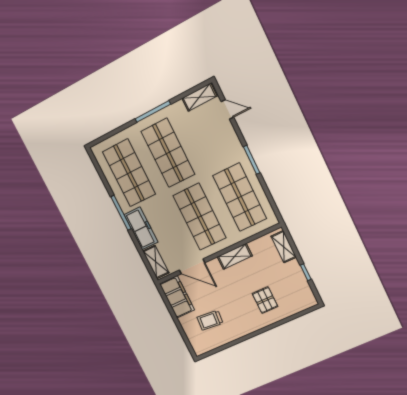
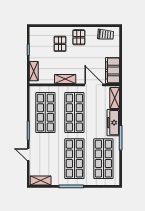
door: (227, 109) -> (28, 155), moved
trolley: (210, 320) -> (106, 35), moved
pallet: (244, 320) -> (79, 37), added

